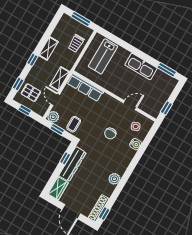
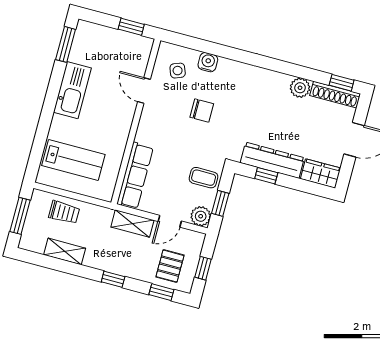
shelving: (48, 49) -> (65, 251), moved
plant: (114, 179) -> (300, 88), moved

